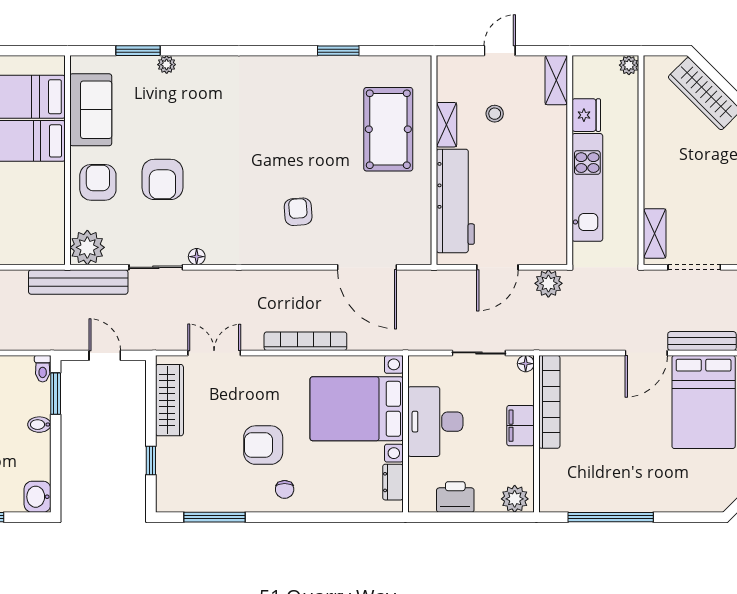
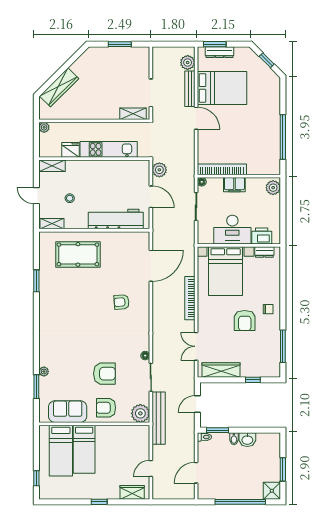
shelving: (447, 125) -> (52, 224), moved
washbasin: (38, 497) -> (247, 440), moved
printer: (455, 497) -> (262, 236), moved, turned 90

